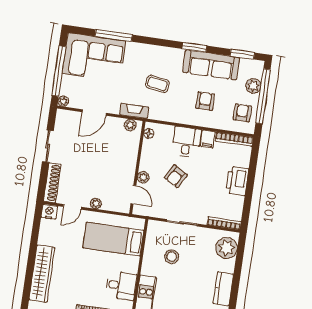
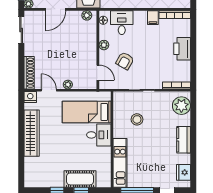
desk: (186, 142) -> (122, 23), moved
sliding door: (48, 146) -> (21, 30), moved
armchair: (176, 176) -> (125, 61), moved
plant: (143, 177) -> (104, 45), moved
door: (72, 207) -> (49, 90), swing flipped
wardrobe: (42, 274) -> (32, 133), moved
desk: (121, 286) -> (99, 135), moved

